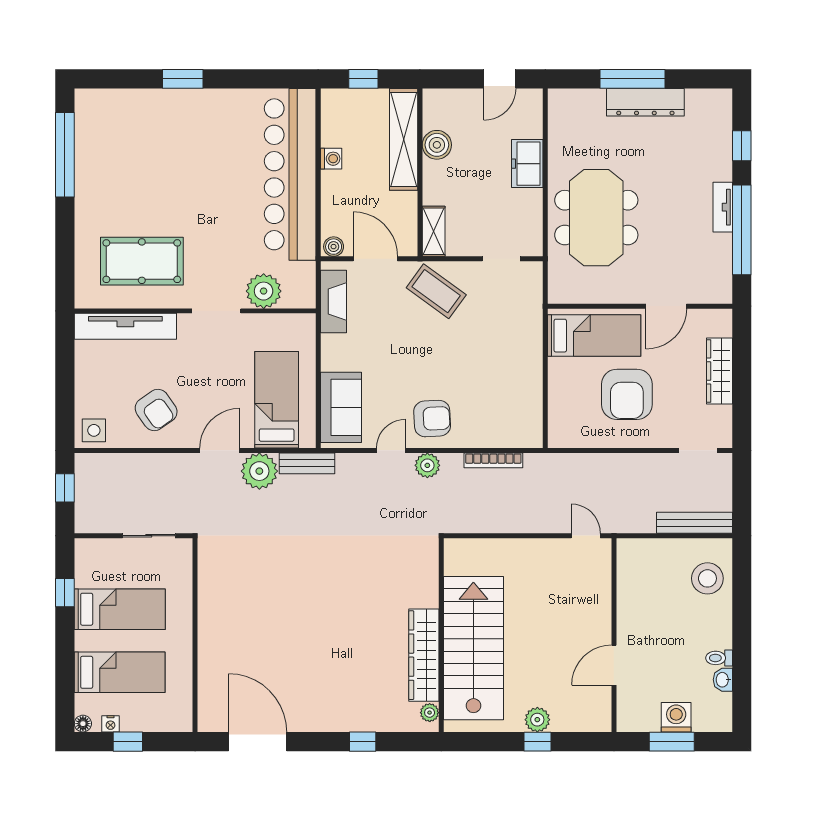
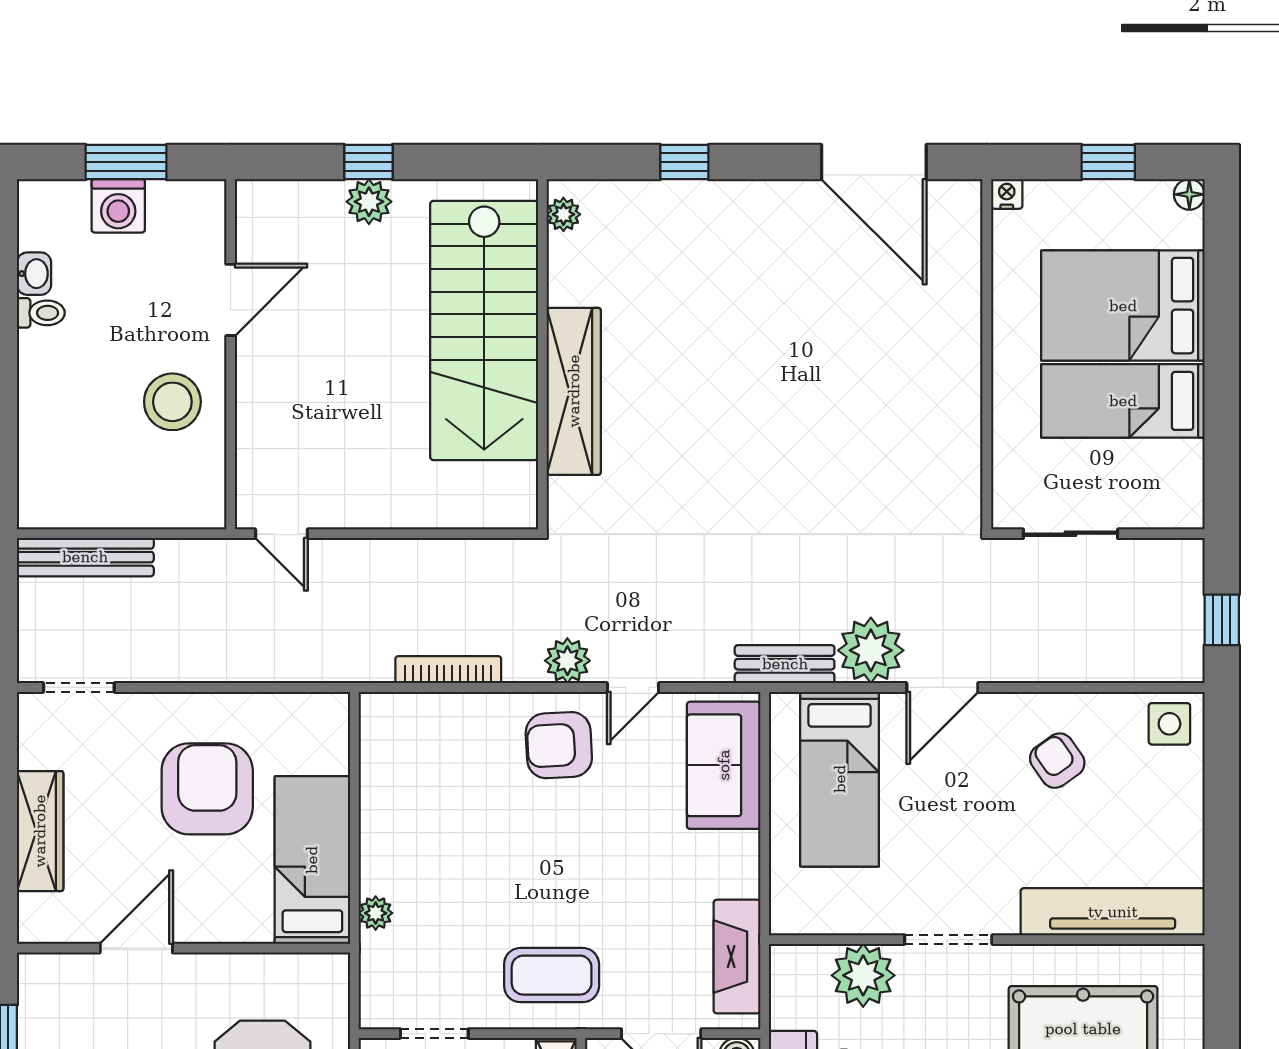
coffee table: (436, 291) -> (552, 975), turned -36
plant: (534, 326) -> (376, 913), added
bed: (594, 336) -> (312, 860), moved, turned 90
armchair: (156, 410) -> (1057, 761), width x0.72, depth x0.72
stool: (707, 578) -> (172, 402), moved
window: (65, 593) -> (1222, 431), removed
wardrobe: (424, 655) -> (574, 391), moved
bed: (120, 672) -> (1123, 306), width x1.50
nightstand: (110, 724) -> (1007, 194), moved

